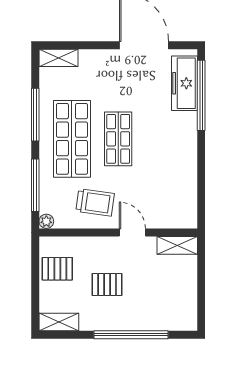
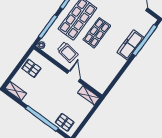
freezer: (185, 83) -> (131, 45), moved
pallet: (107, 284) -> (65, 122), moved

